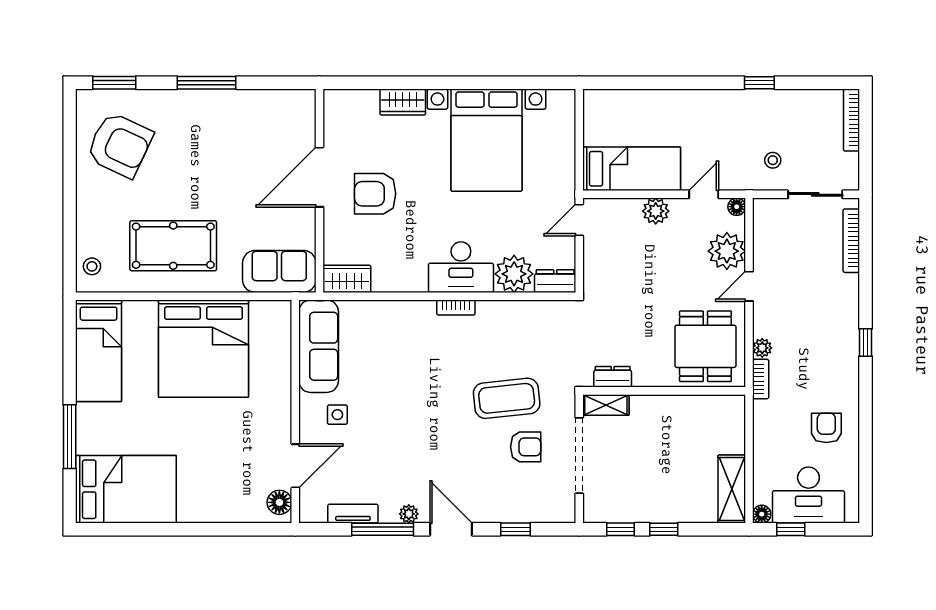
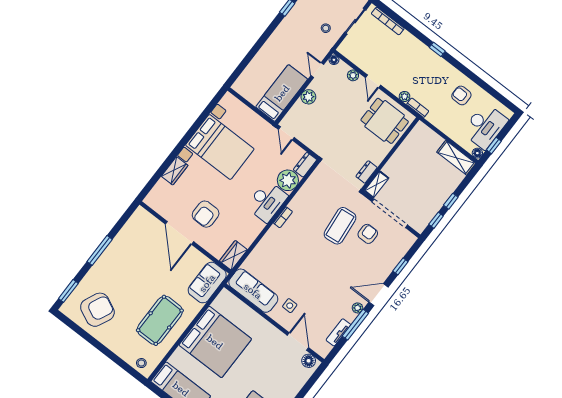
plant: (727, 251) -> (353, 75), width x0.53, depth x0.53

